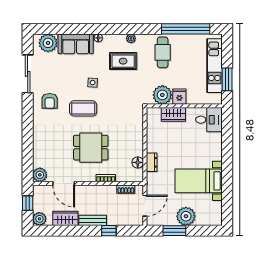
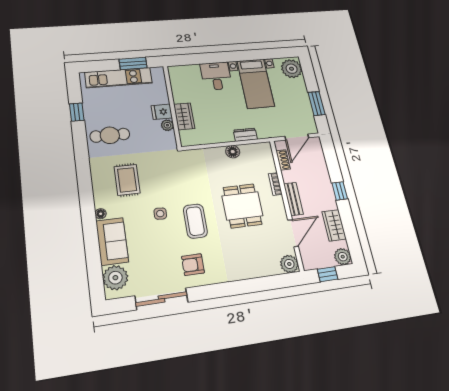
window: (186, 29) -> (77, 112), width x0.32
plant: (131, 38) -> (97, 174), removed
plant: (162, 95) -> (167, 125), width x0.53, depth x0.53
armchair: (50, 101) -> (193, 265), turned 180
desk: (209, 120) -> (216, 76), moved
floor lamp: (138, 162) -> (233, 152), moved
door: (145, 206) -> (297, 137), swing flipped
plant: (186, 216) -> (292, 69), moved
bench: (93, 220) -> (293, 199), moved
window: (109, 231) -> (340, 191), moved

